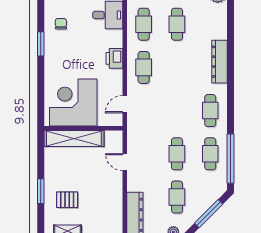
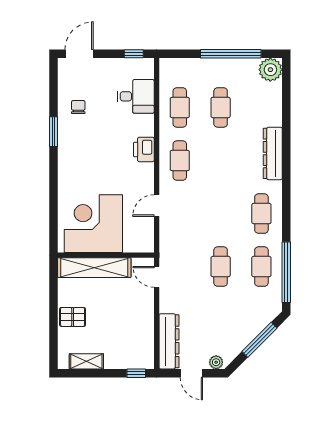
corner desk: (73, 103) -> (93, 224), moved
wall: (83, 128) -> (106, 255), moved
shelving: (74, 138) -> (94, 268), moved
window: (41, 191) -> (53, 312), removed
cafe table: (177, 197) -> (221, 320), removed
pallet: (67, 200) -> (73, 317), moved

